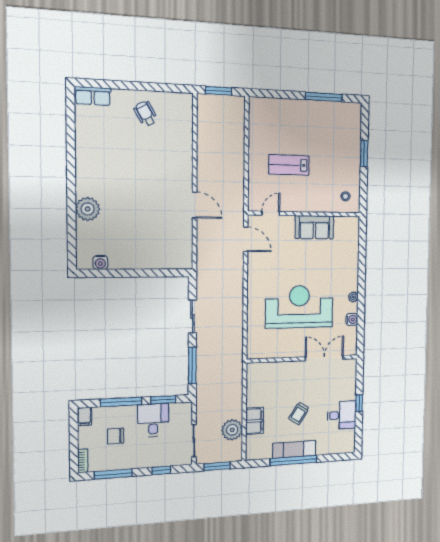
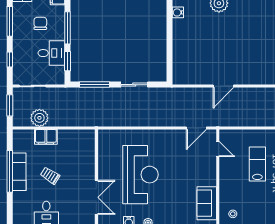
sofa: (314, 227) -> (207, 203), moved

